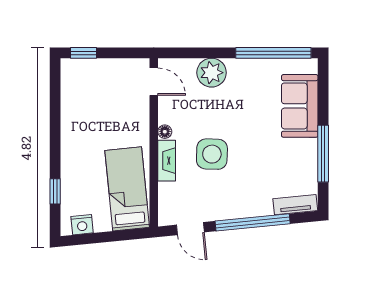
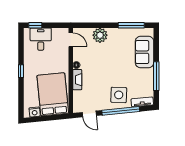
window: (273, 53) -> (131, 25), width x0.68
desk: (94, 80) -> (41, 39), added
side table: (212, 154) -> (119, 95), moved
bed: (127, 189) -> (53, 94), width x1.50
window: (55, 191) -> (21, 71), moved

